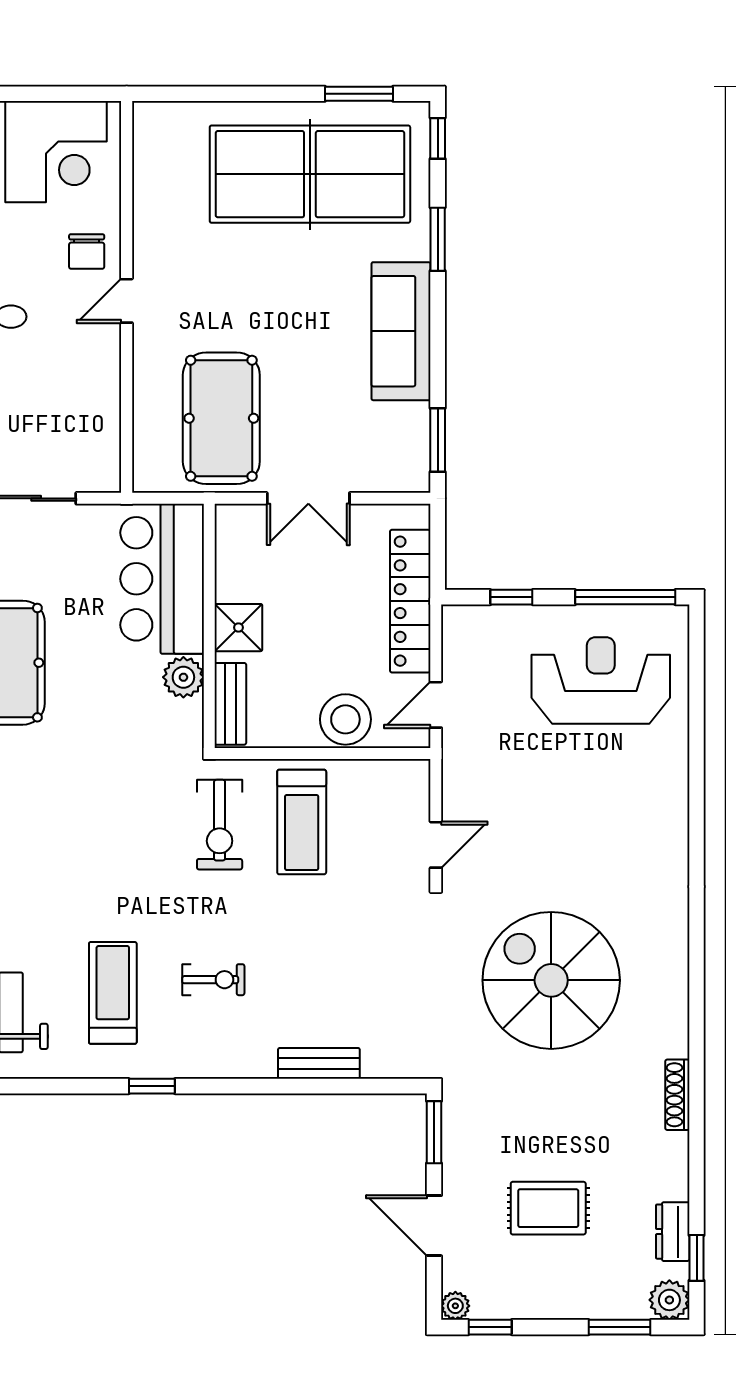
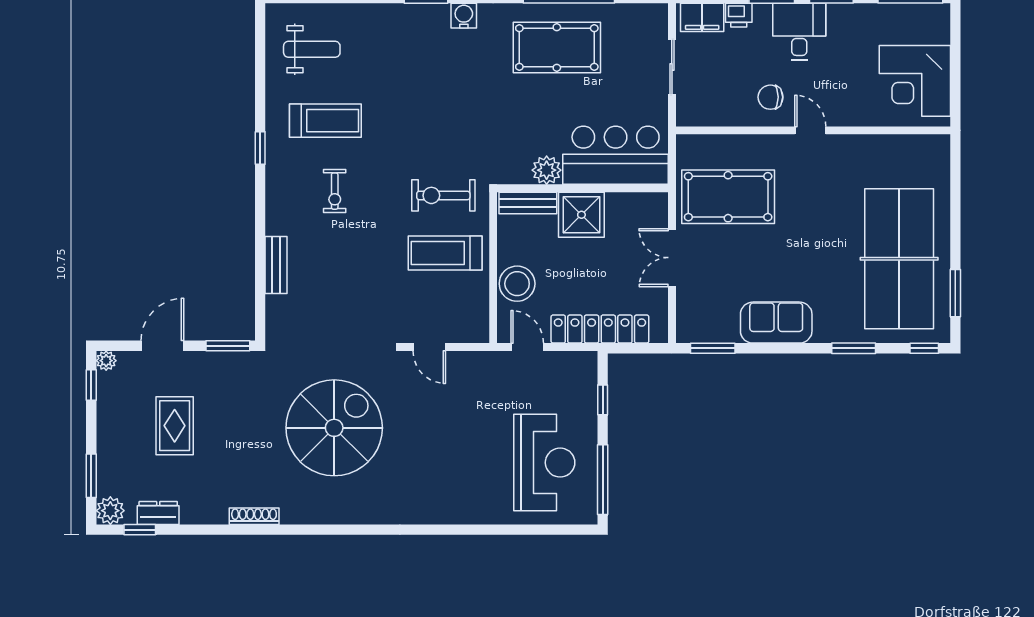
chair: (87, 252) -> (770, 97), moved
sofa: (401, 331) -> (776, 323), width x0.73
shower: (238, 628) -> (581, 215), width x1.36, depth x1.36

